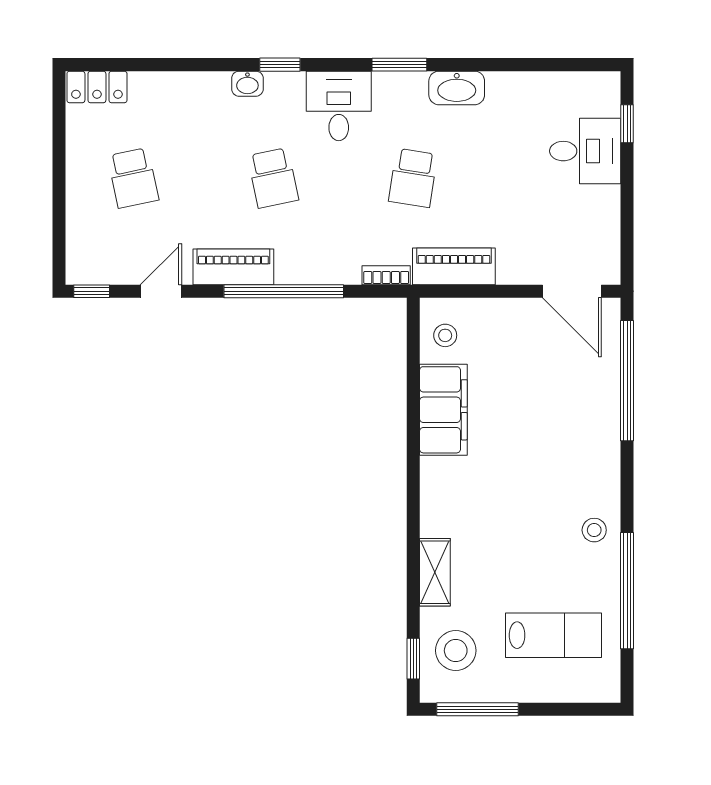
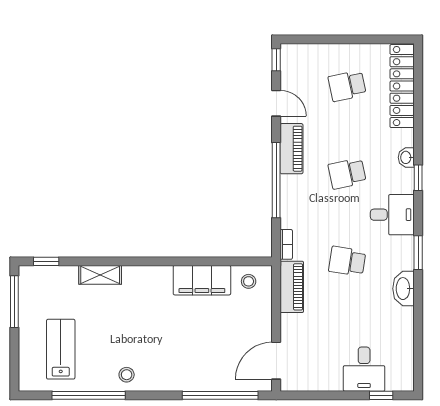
locker: (97, 87) -> (402, 86), width x2.16, depth x1.21
lab bench: (553, 635) -> (61, 349), turned 180
stool: (456, 651) -> (51, 288), removed

